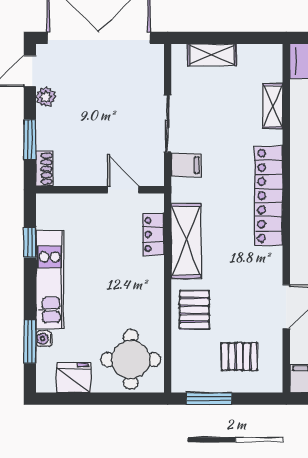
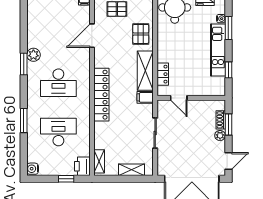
plant: (46, 97) -> (220, 136), moved
shelving: (273, 106) -> (99, 161), moved
filing cabinet: (186, 165) -> (145, 97), moved
shoe rack: (44, 169) -> (221, 120), moved
window: (30, 341) -> (228, 28), moved

